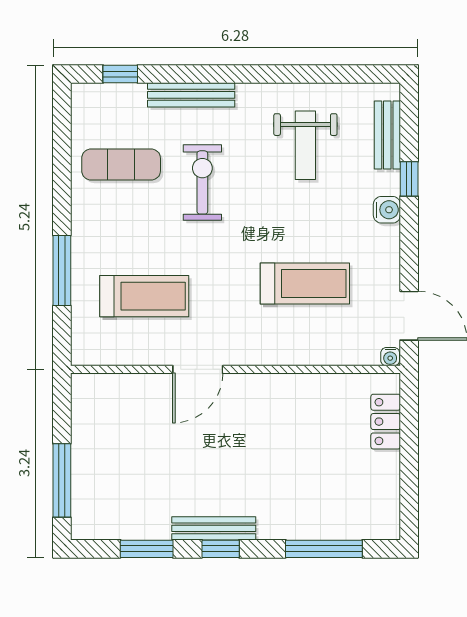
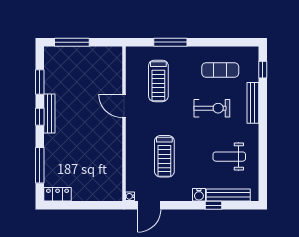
bench: (387, 135) -> (228, 195), width x1.36
exercise mat: (121, 165) -> (220, 70), turned 90
locker: (386, 422) -> (58, 194), moved

